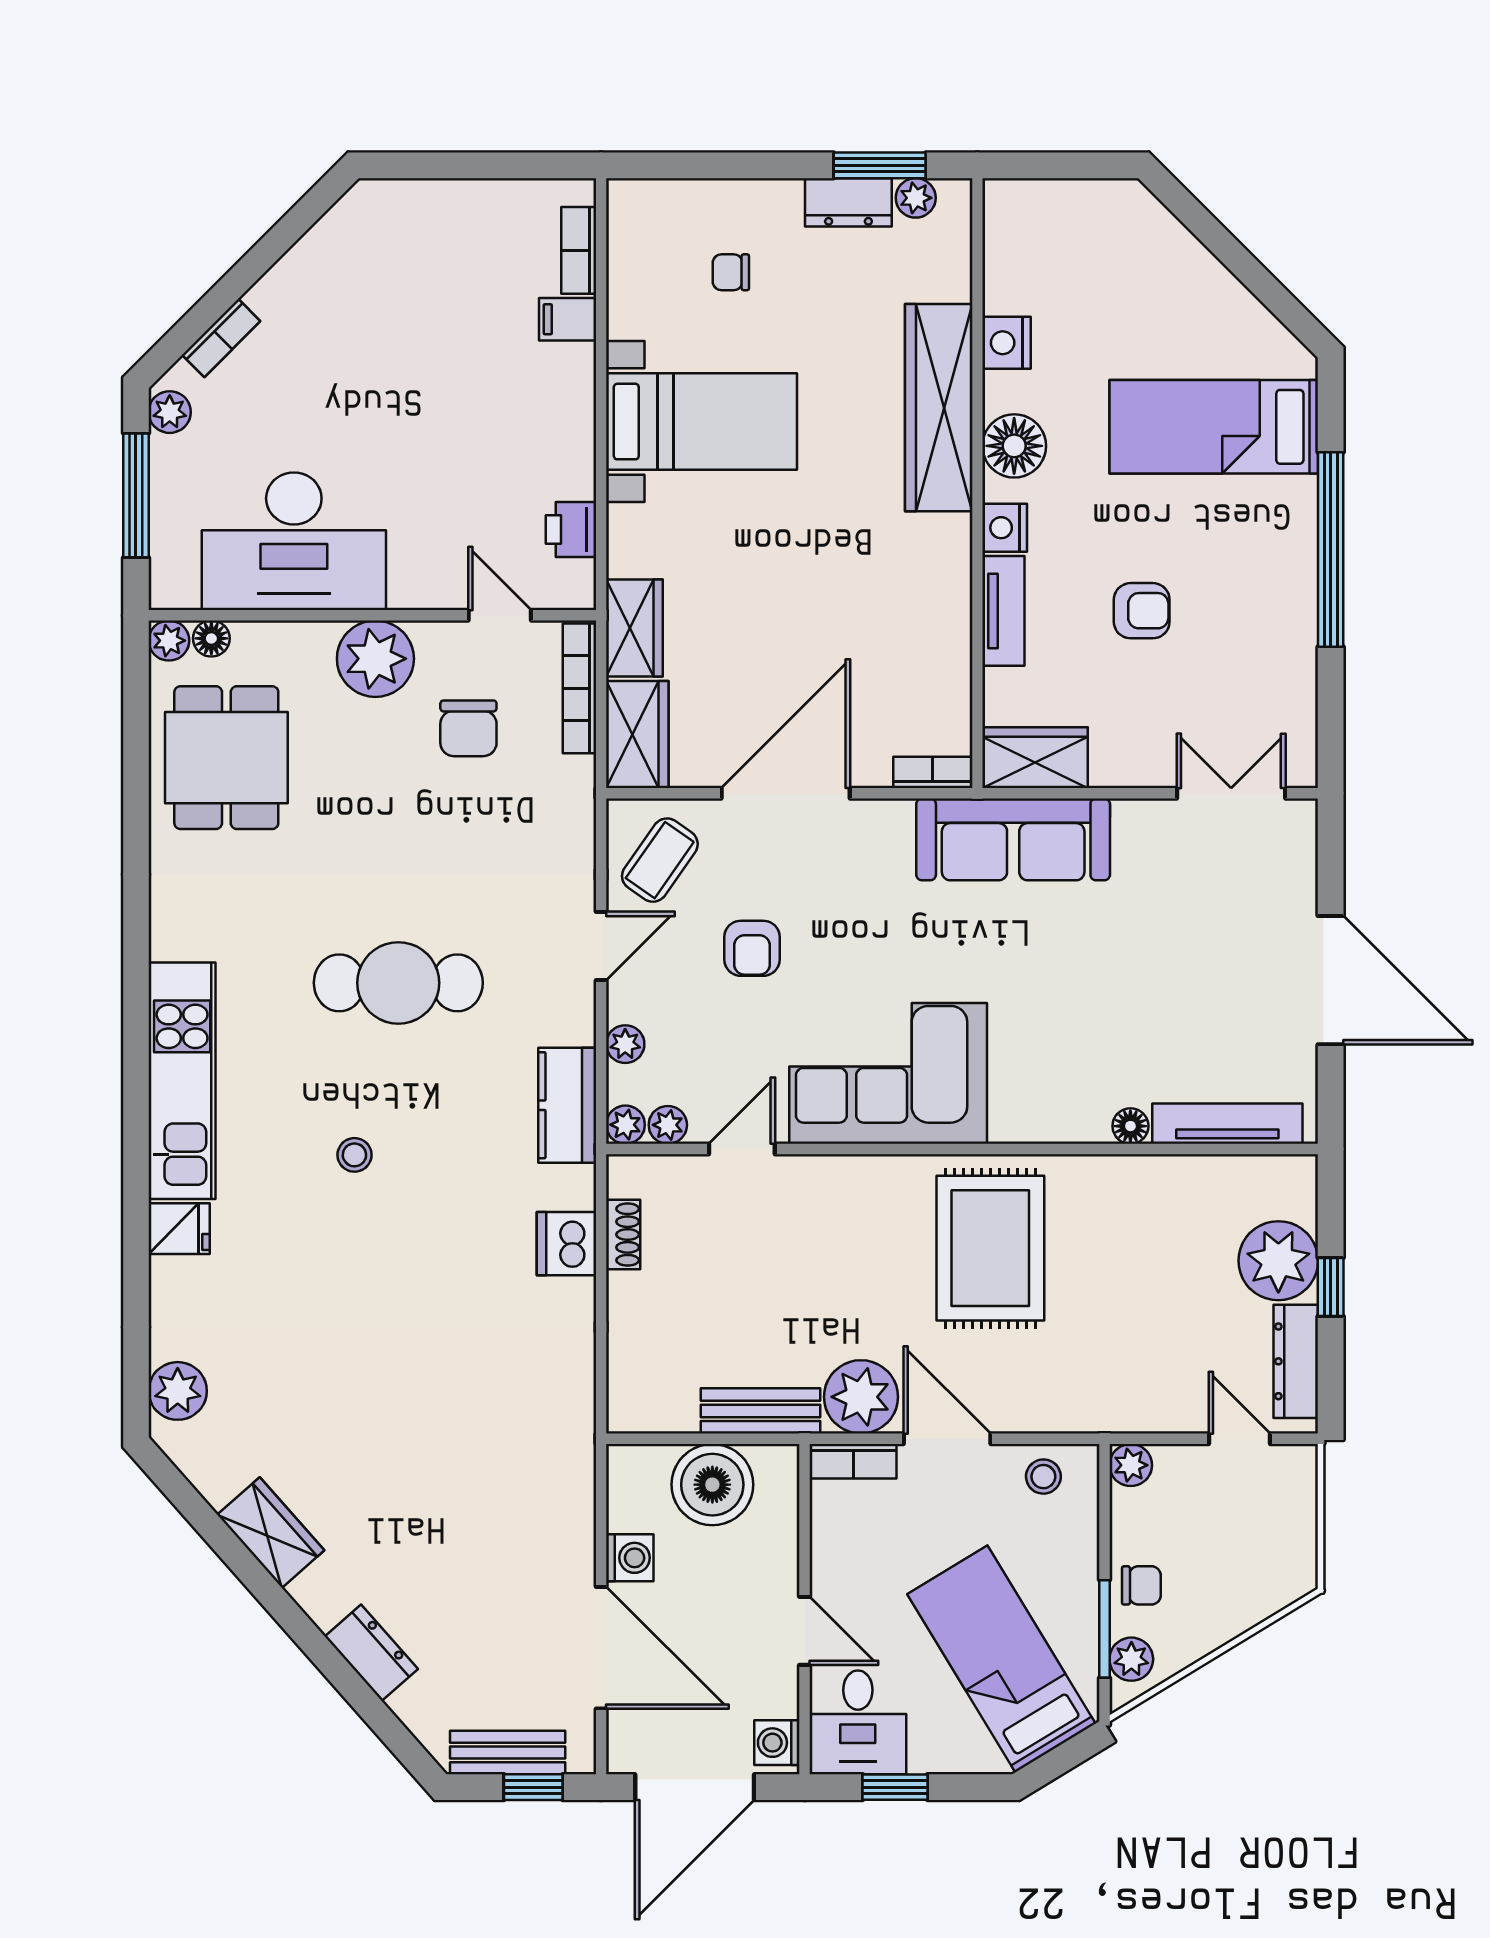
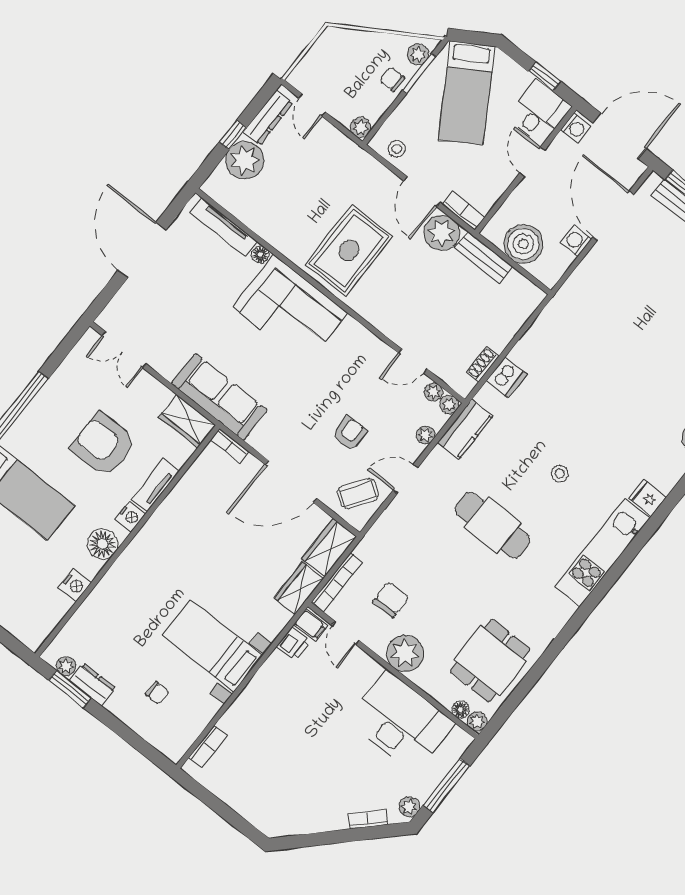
filing cabinet: (568, 319) -> (310, 625), moved
wardrobe: (939, 408) -> (119, 581), removed
armchair: (1142, 611) -> (104, 445), width x1.88, depth x1.88
corner sofa: (888, 1073) -> (290, 310), moved

